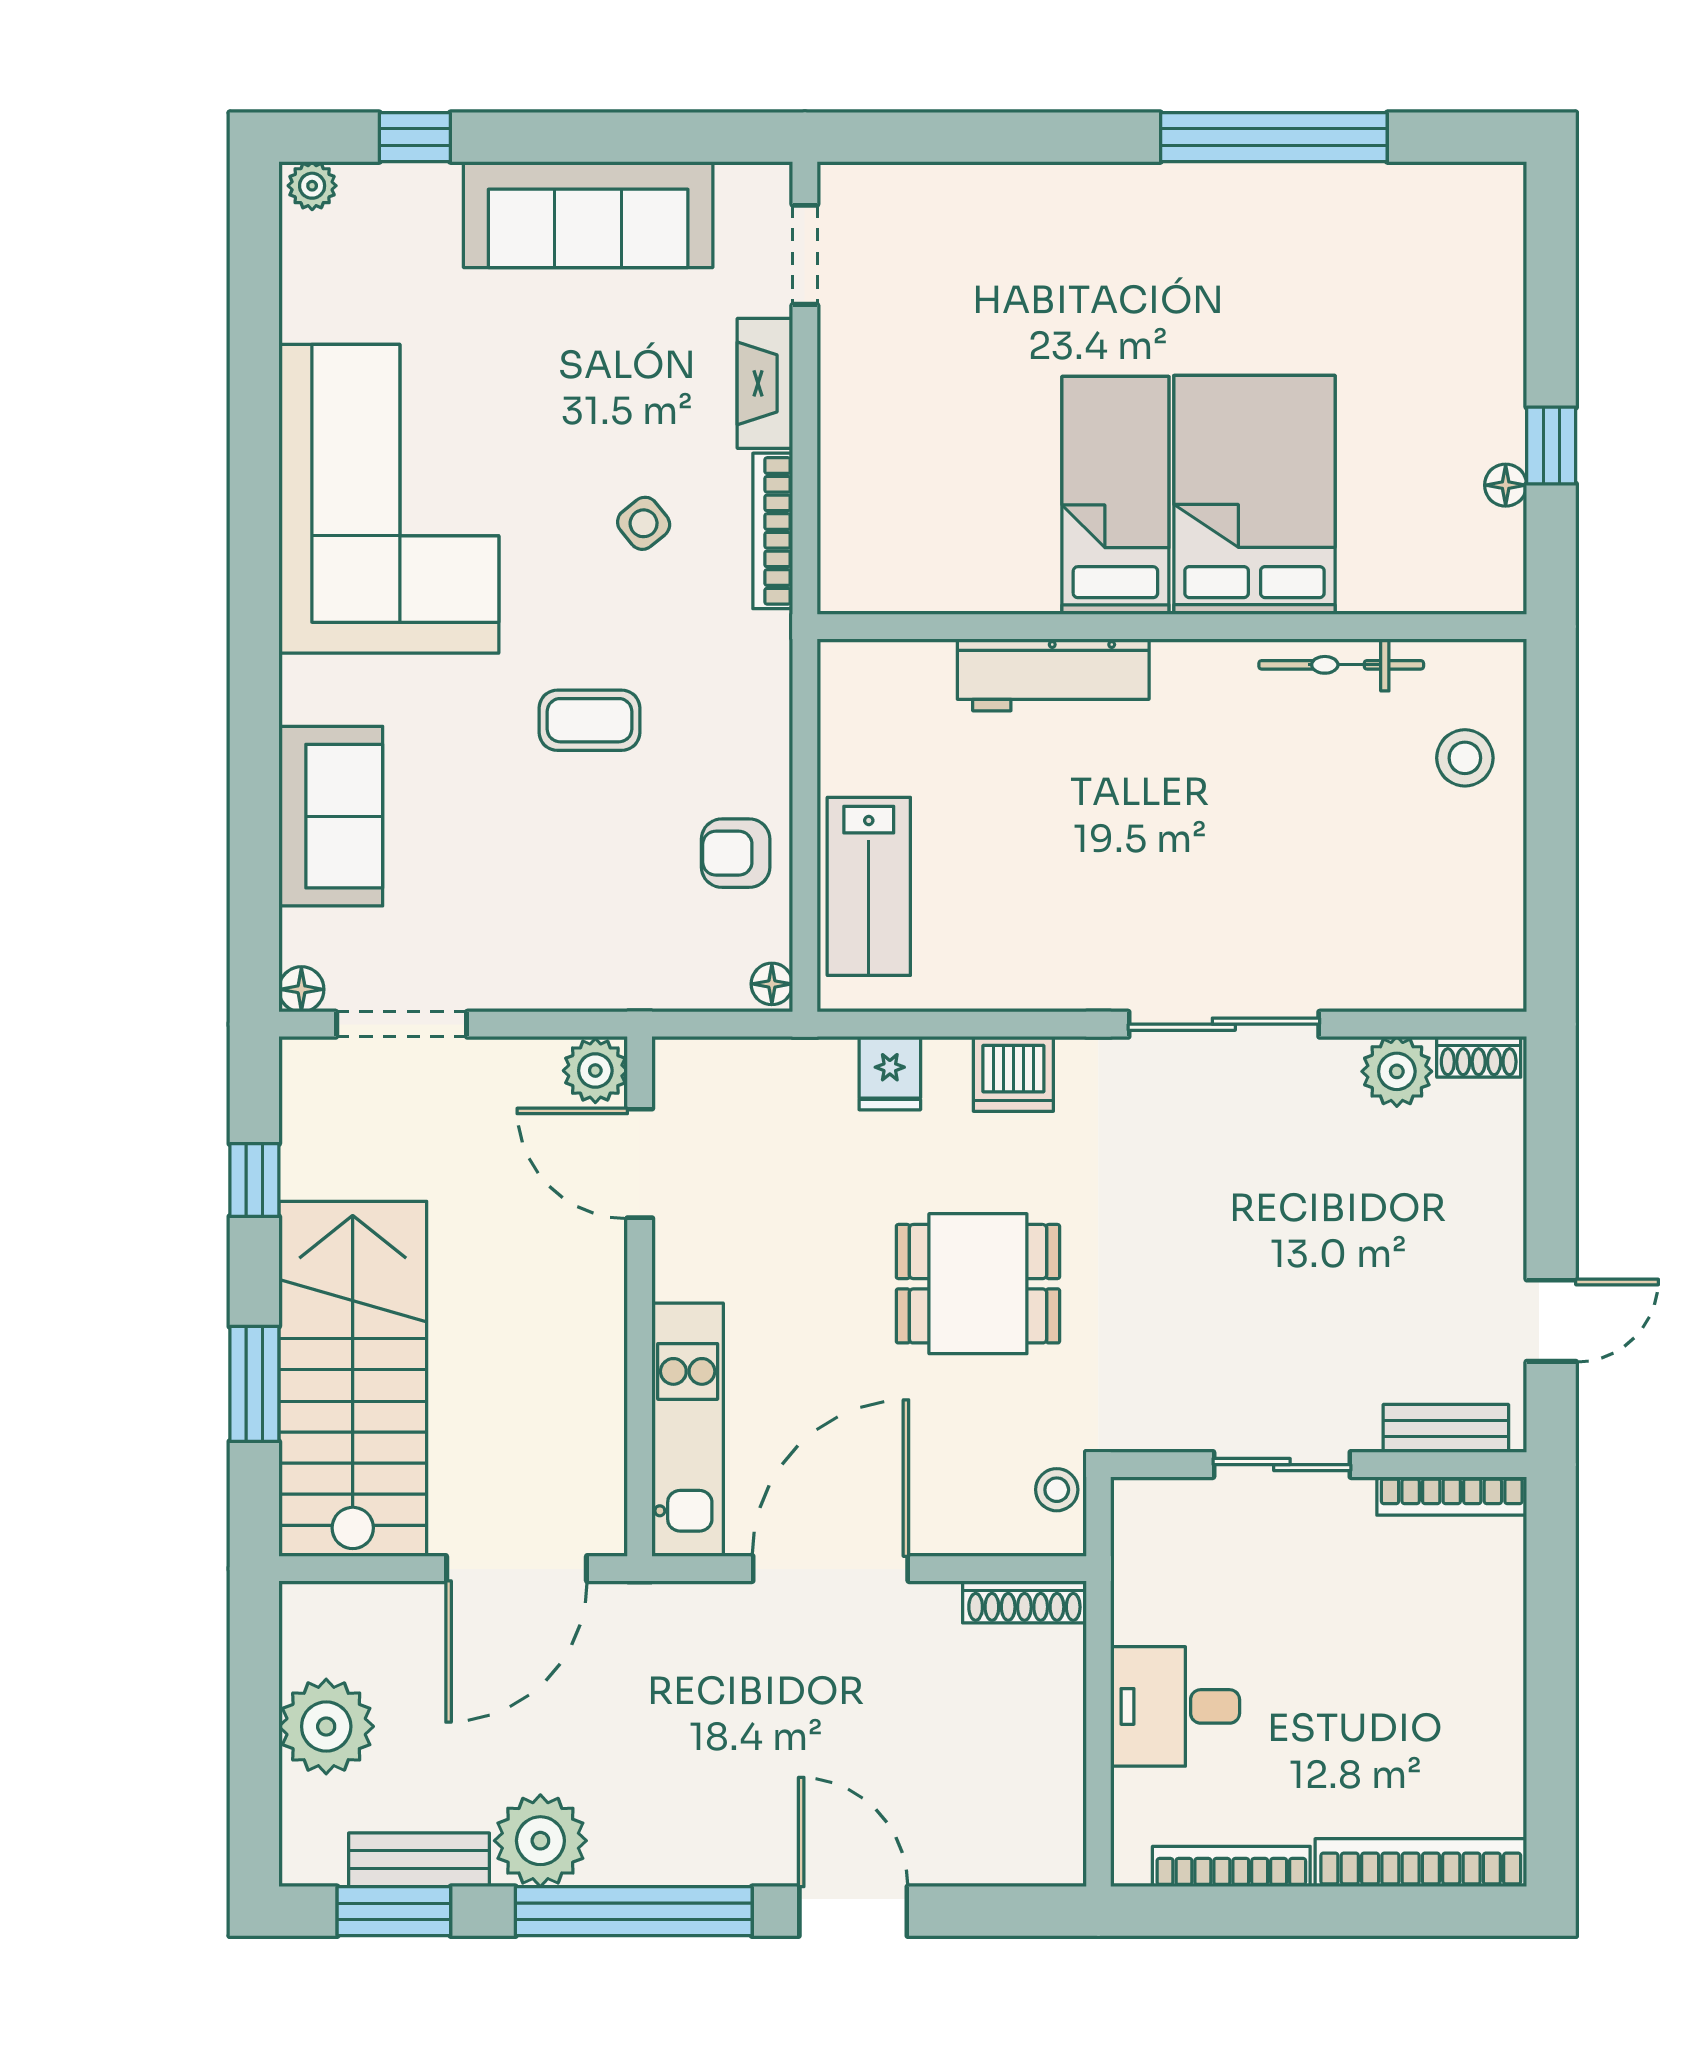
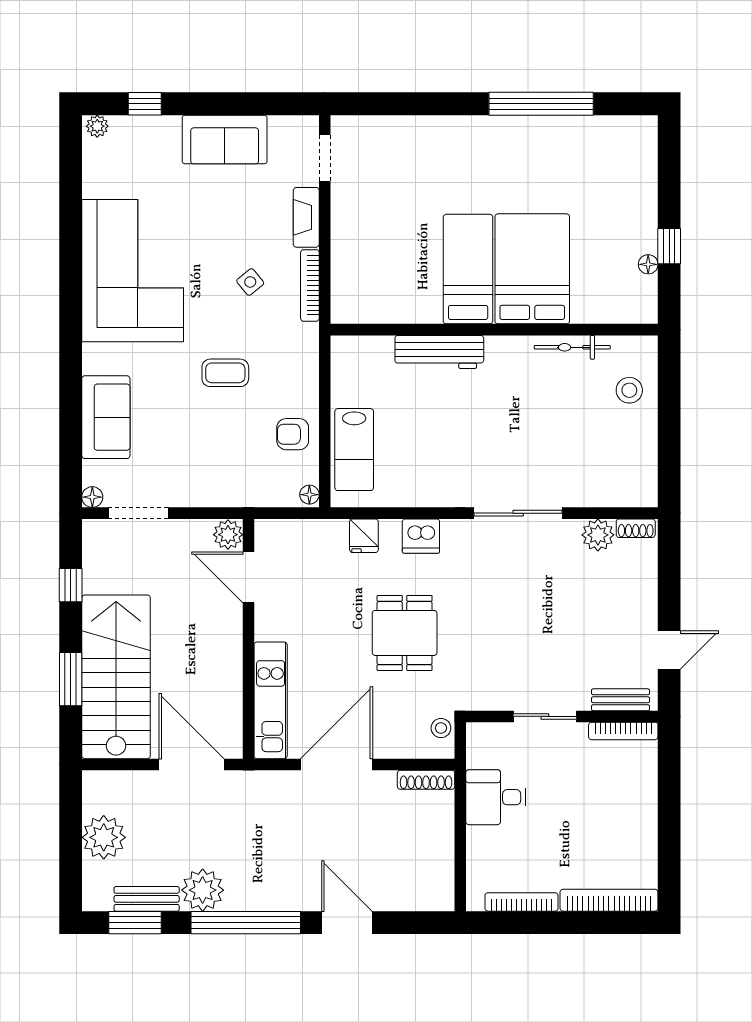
sofa: (588, 215) -> (225, 139), width x0.73
dining table: (978, 1284) -> (405, 633), turned 90
door: (516, 1569) -> (192, 764), swing flipped
desk: (1175, 1706) -> (496, 797), moved

